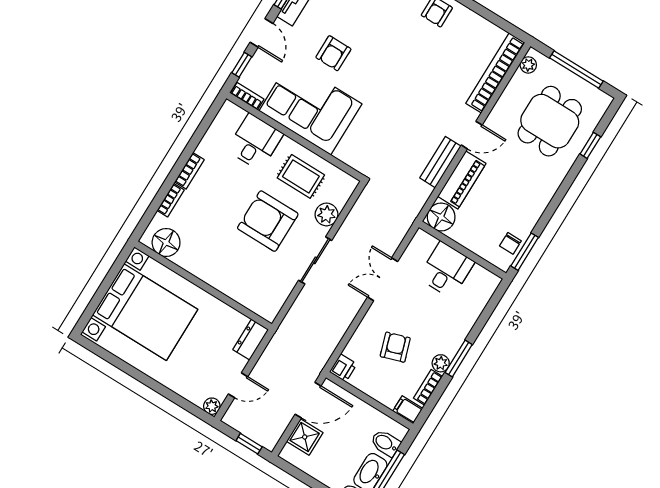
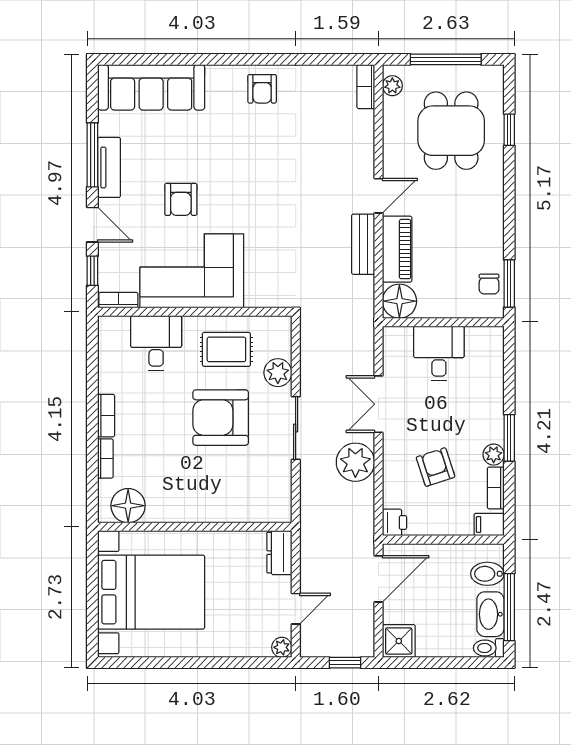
bookcase: (495, 73) -> (366, 87), width x0.43, depth x0.76
plant: (342, 310) -> (355, 462), added
shower: (305, 437) -> (399, 641), moved

